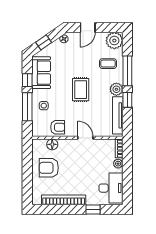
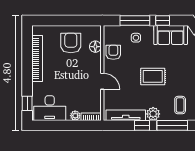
armchair: (58, 127) -> (113, 52), turned 180
door: (85, 138) -> (102, 81), hinge flipped
window: (93, 209) -> (27, 103), moved

